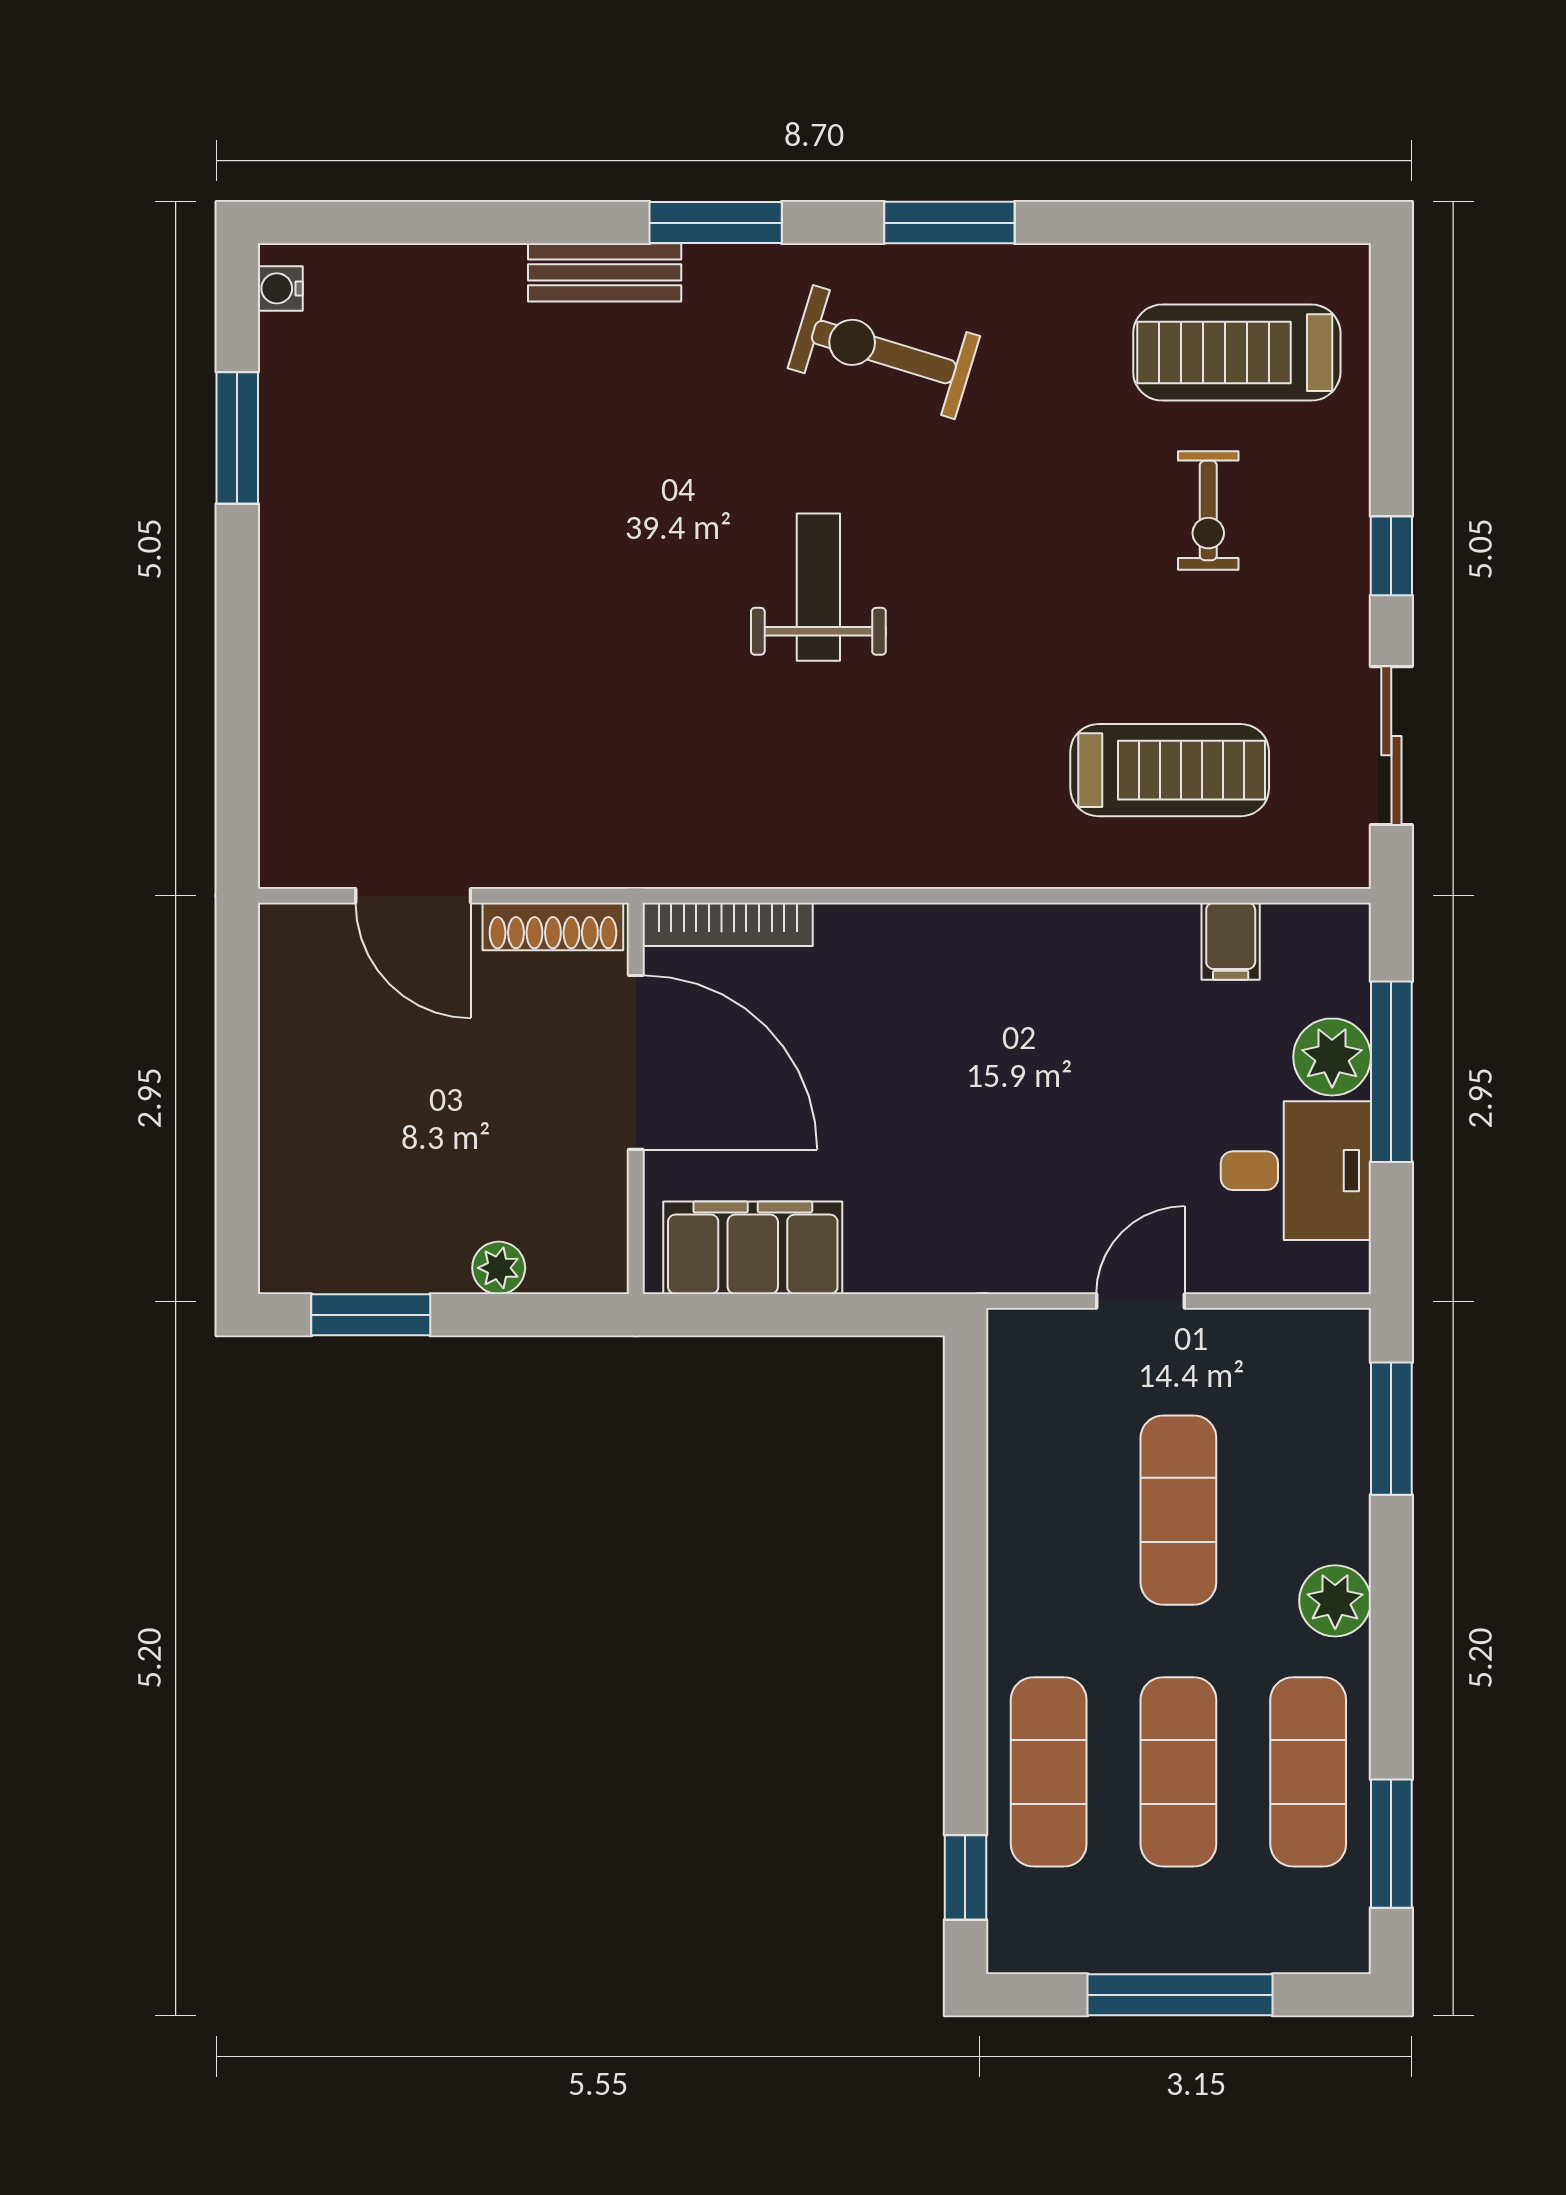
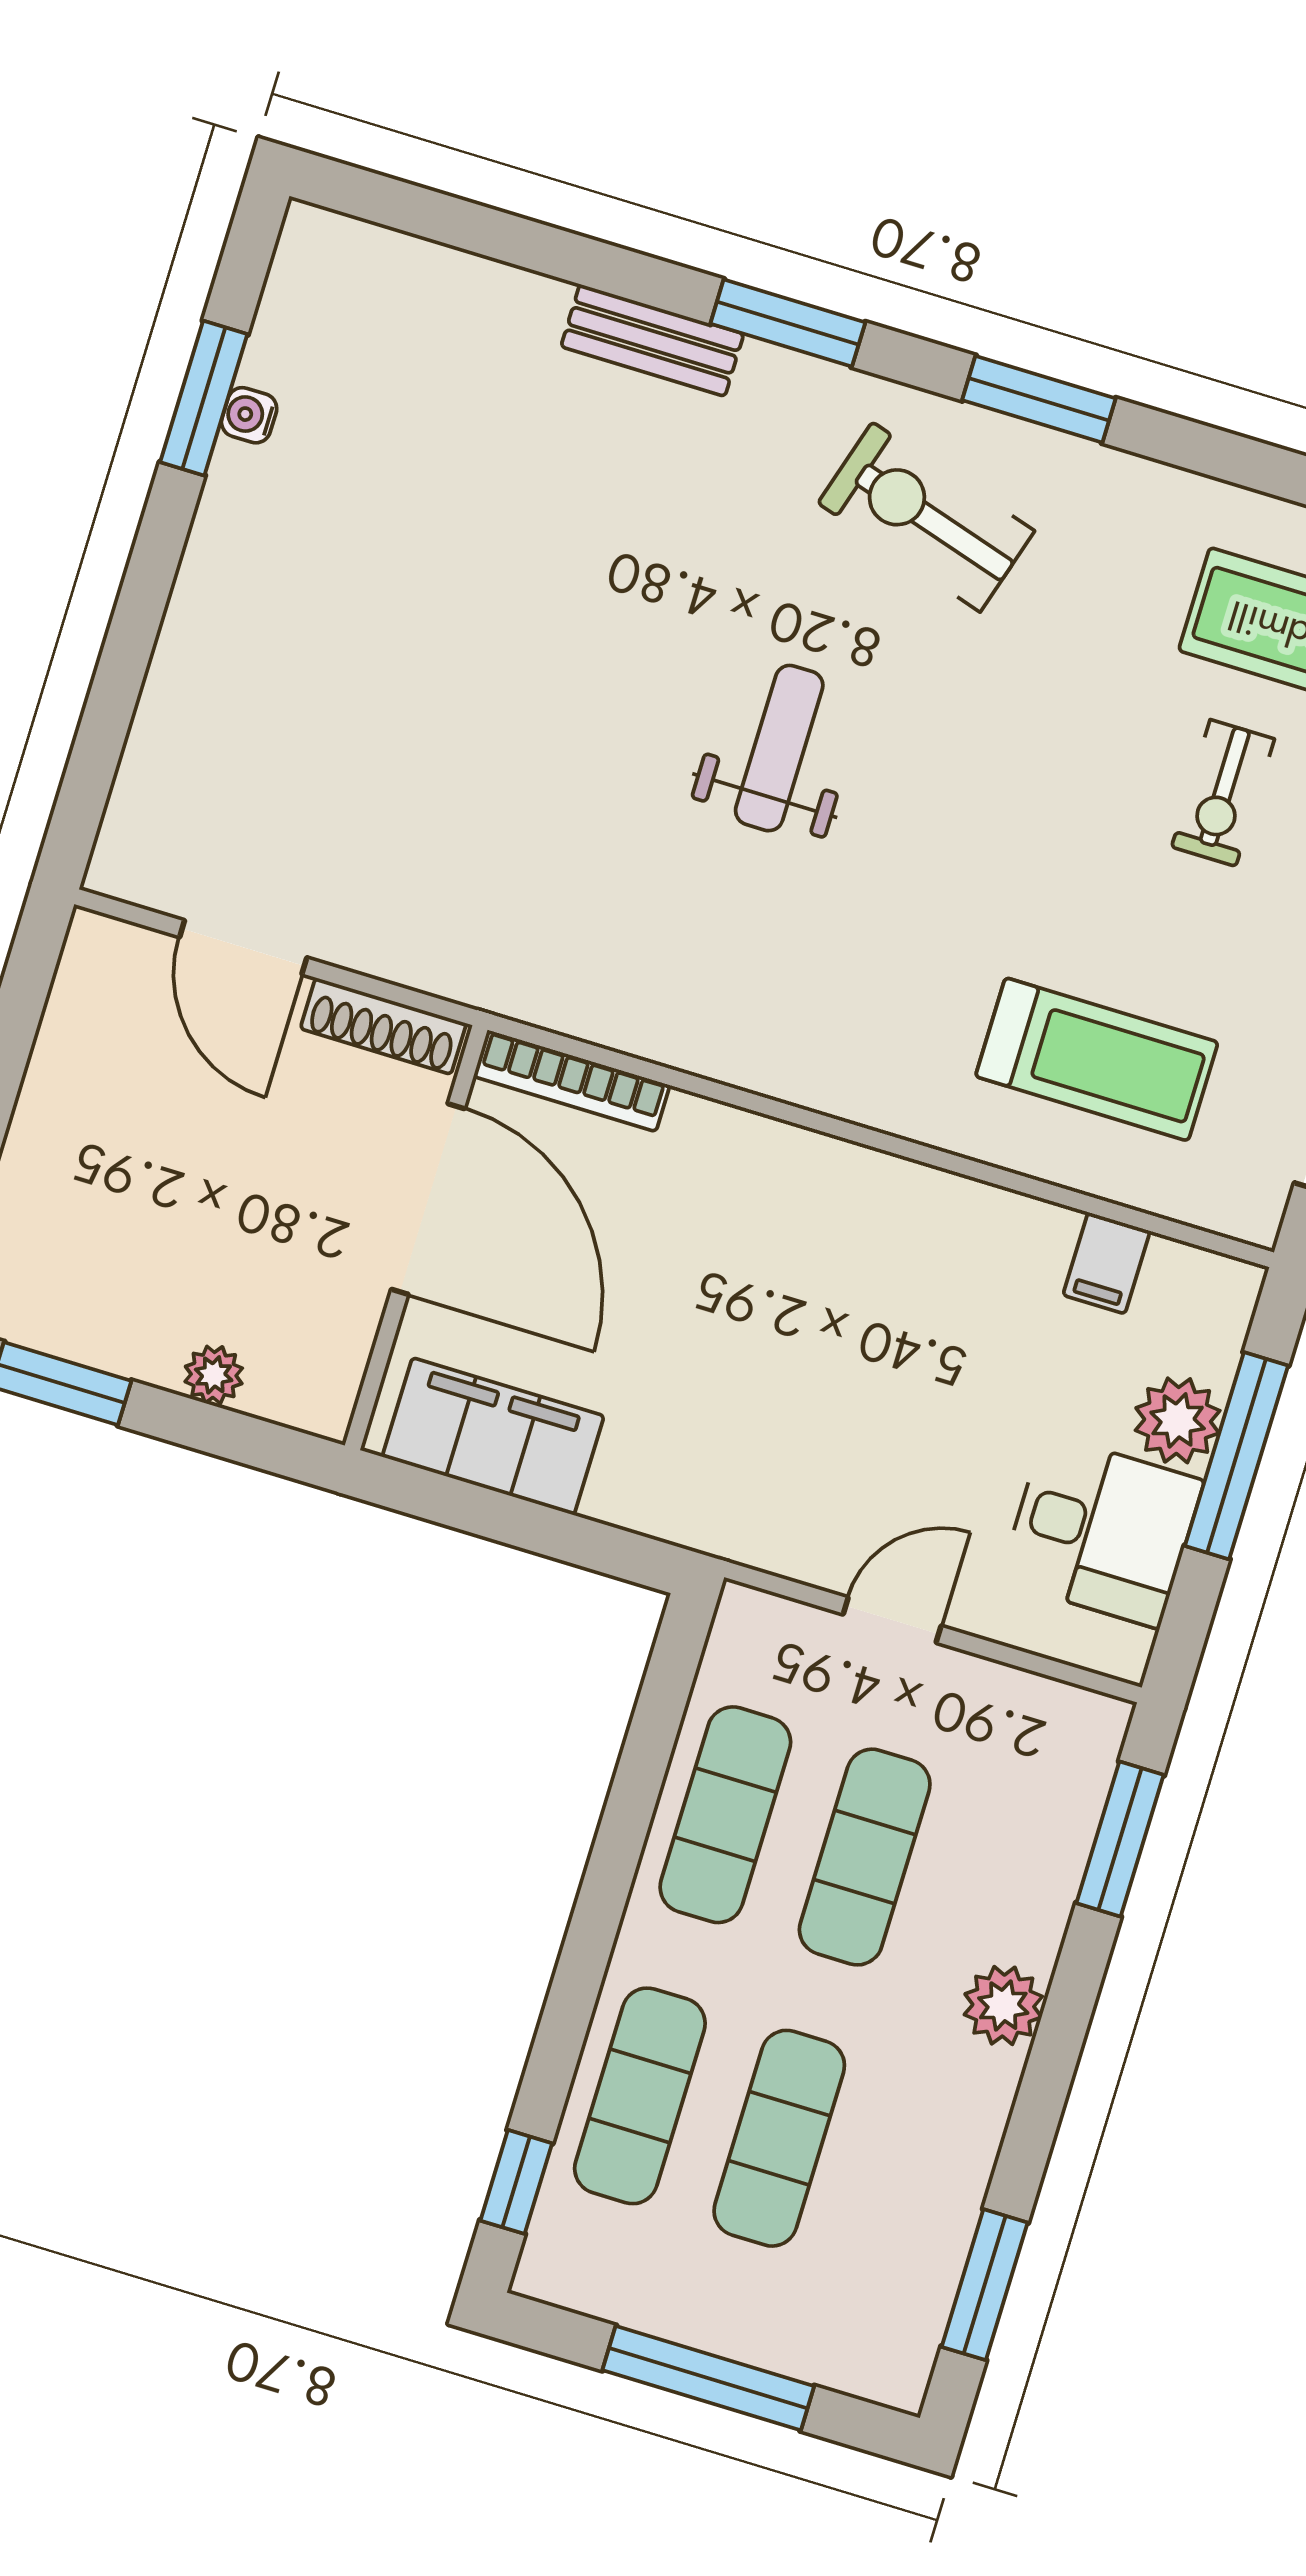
water cooler: (280, 288) -> (249, 415), moved
exercise mat: (1308, 1772) -> (725, 1815), moved

